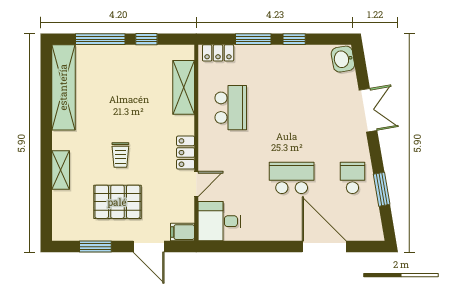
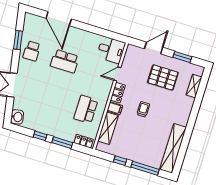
trolley: (120, 155) -> (143, 109), moved
shelving: (61, 170) -> (194, 86), moved
filing cabinet: (183, 232) -> (115, 108), moved
door: (149, 247) -> (154, 48), hinge flipped

